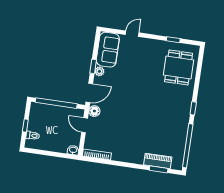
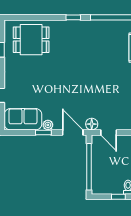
door: (85, 125) -> (109, 132), hinge flipped

